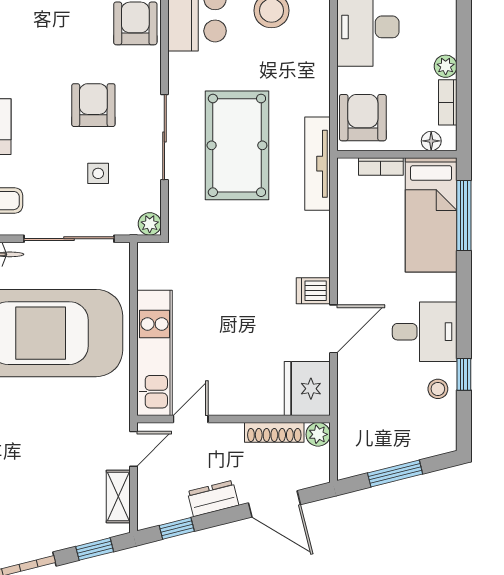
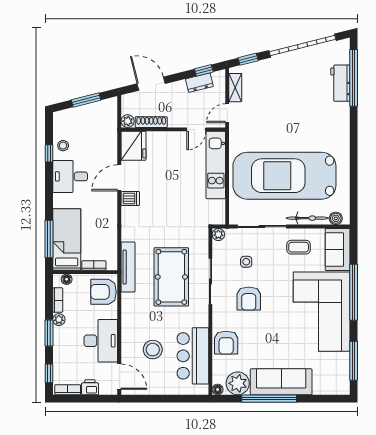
window: (464, 41) -> (49, 333), added
armchair: (363, 118) -> (103, 292), turned 90
dresser: (213, 498) -> (199, 83), moved

